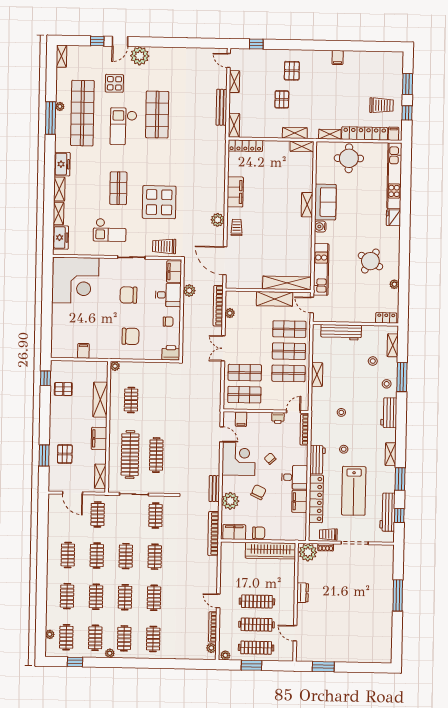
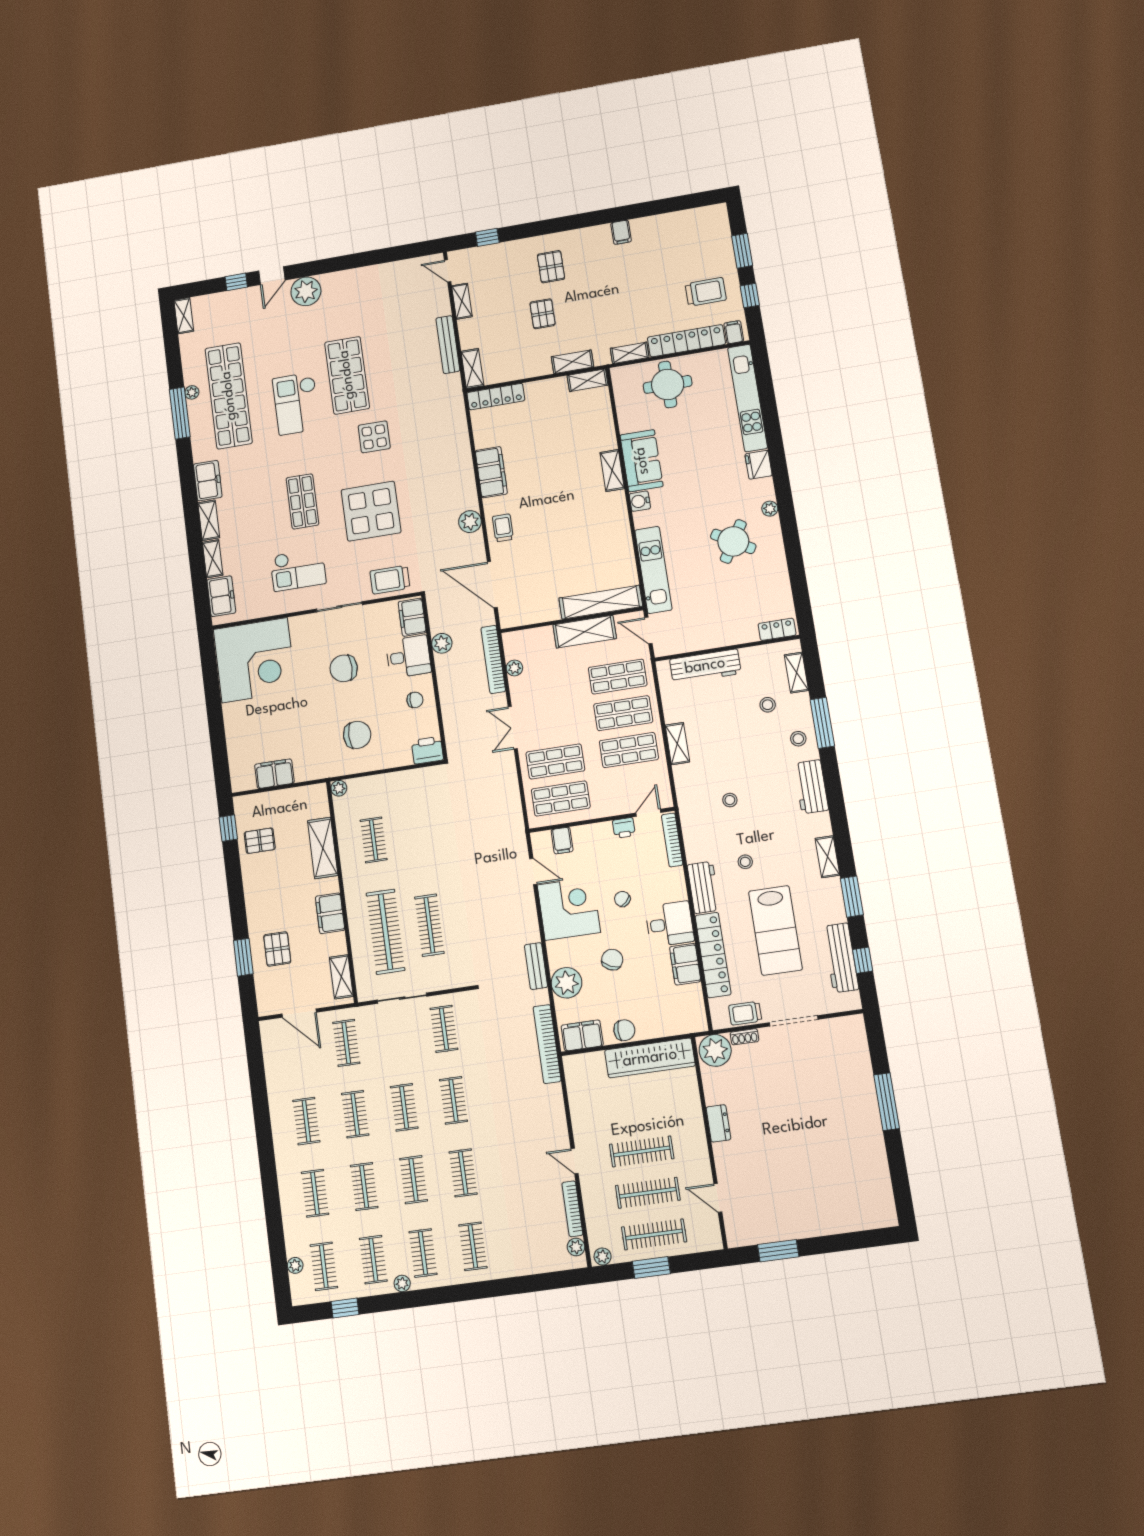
display table: (114, 83) -> (374, 437), moved
plant: (394, 284) -> (770, 509), moved
filing cabinet: (83, 351) -> (274, 774), width x2.00

